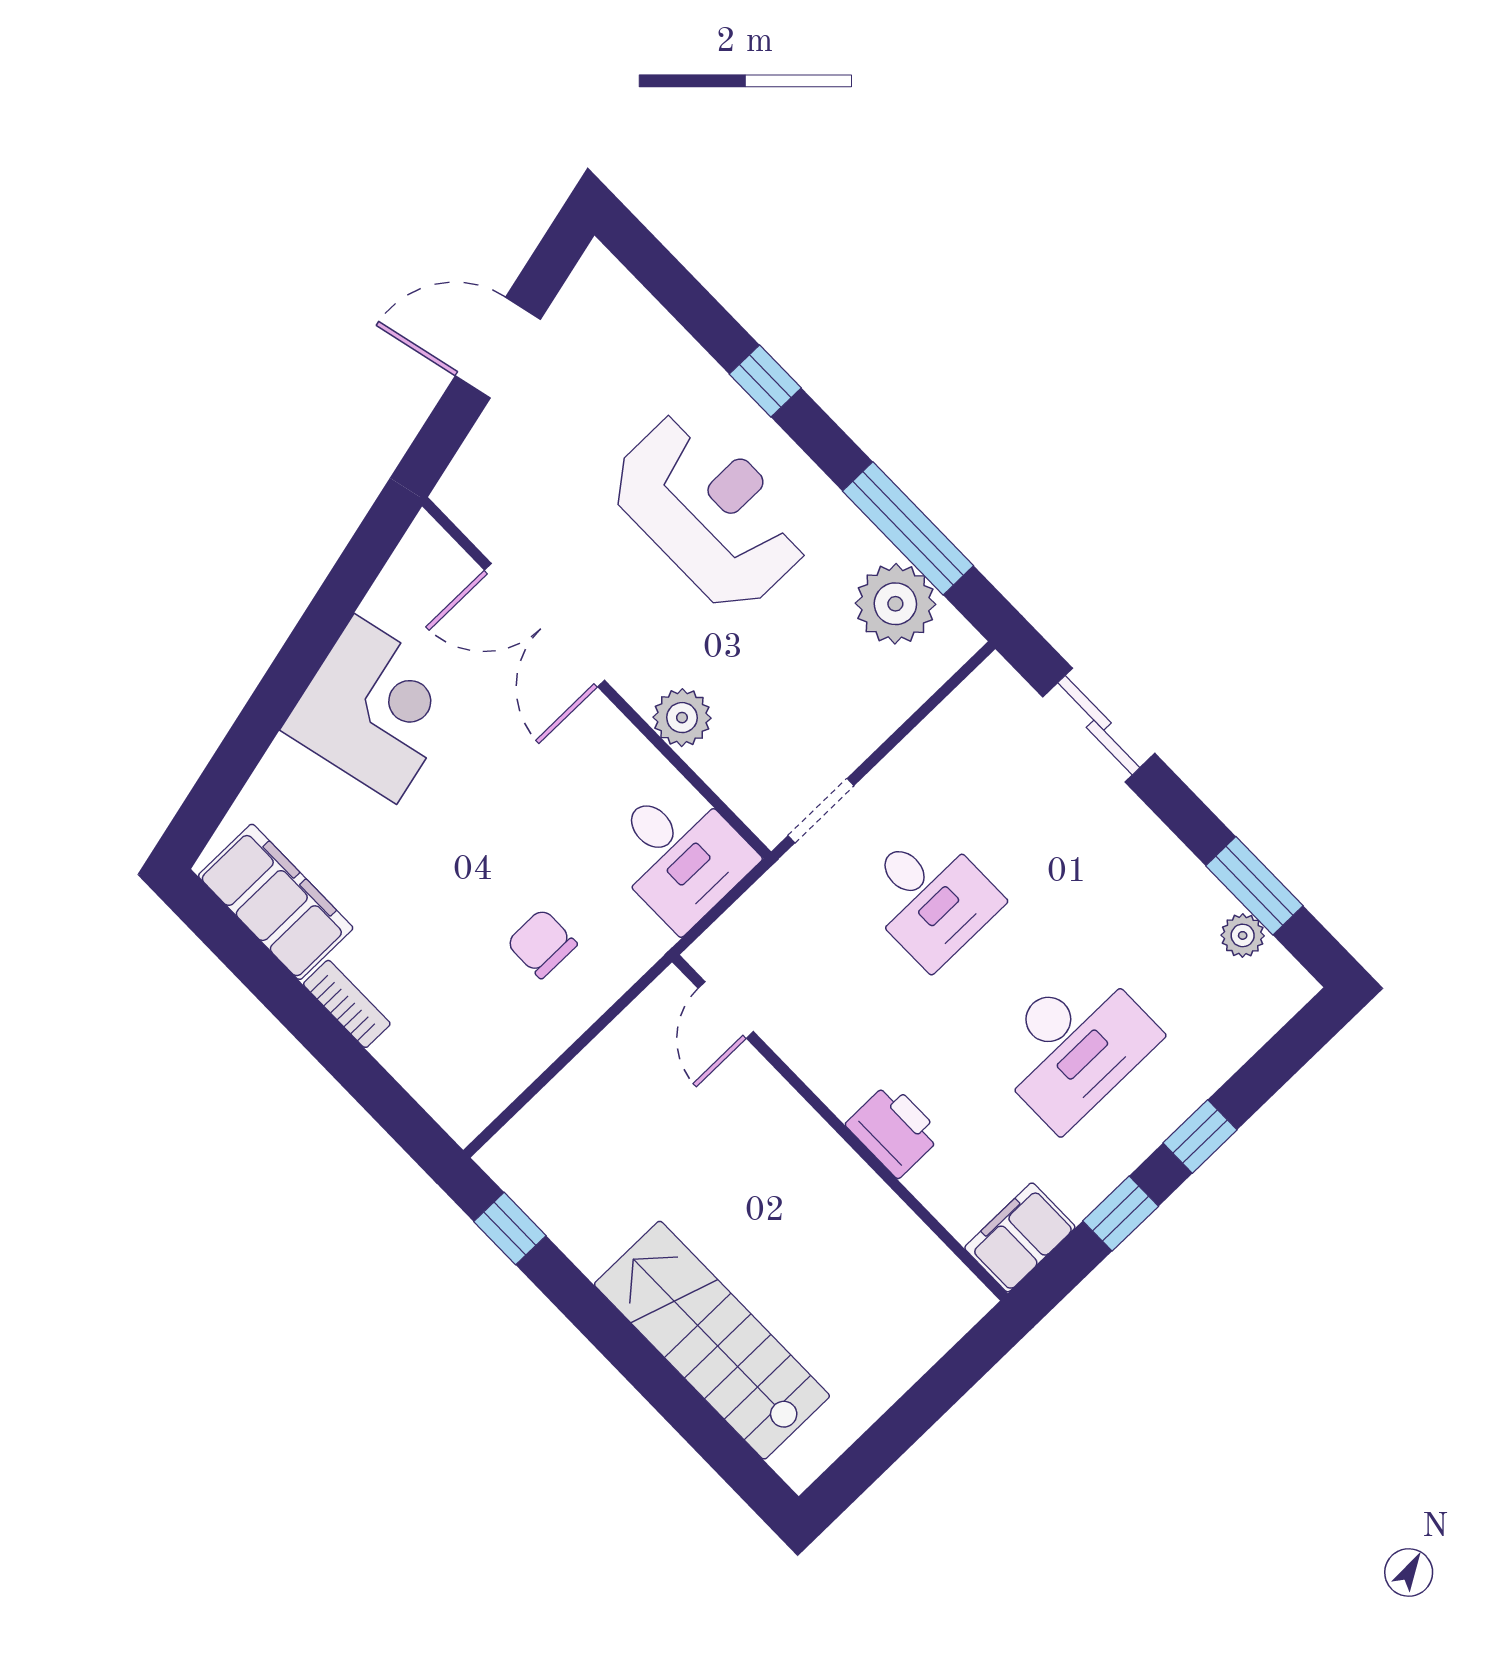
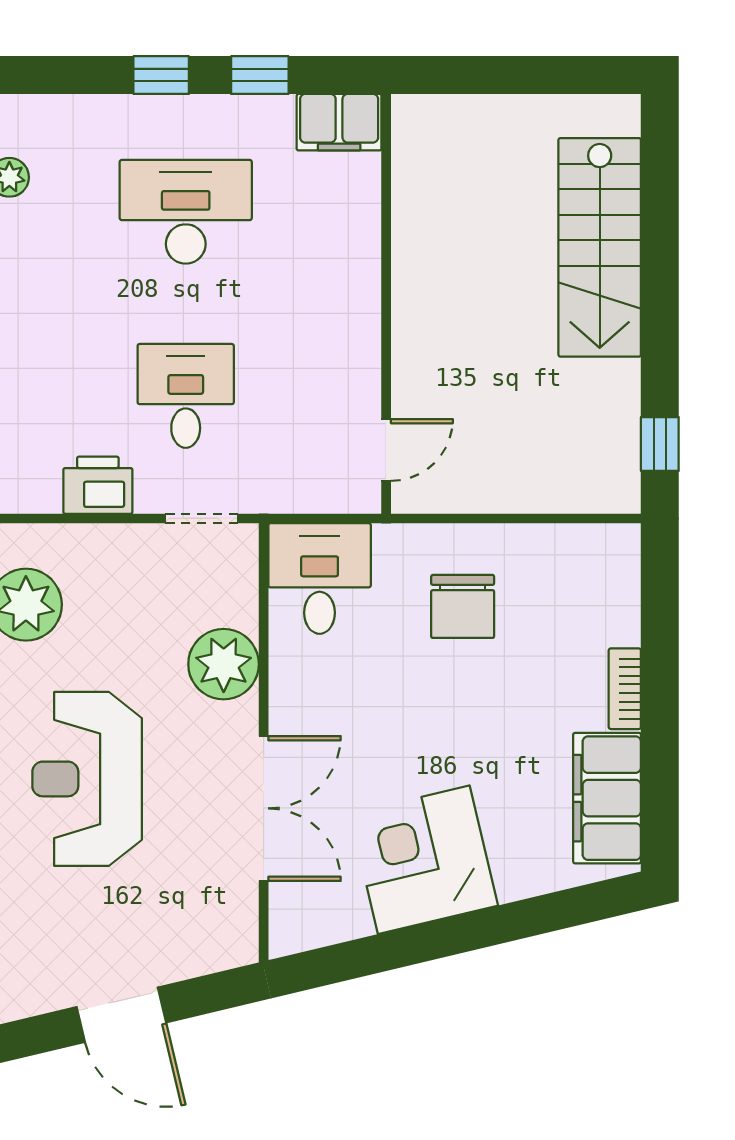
plant: (682, 718) -> (224, 664), width x1.36, depth x1.36
chair: (542, 944) -> (463, 606), width x1.37, depth x1.37
printer: (894, 1130) -> (98, 485), moved, turned 90

